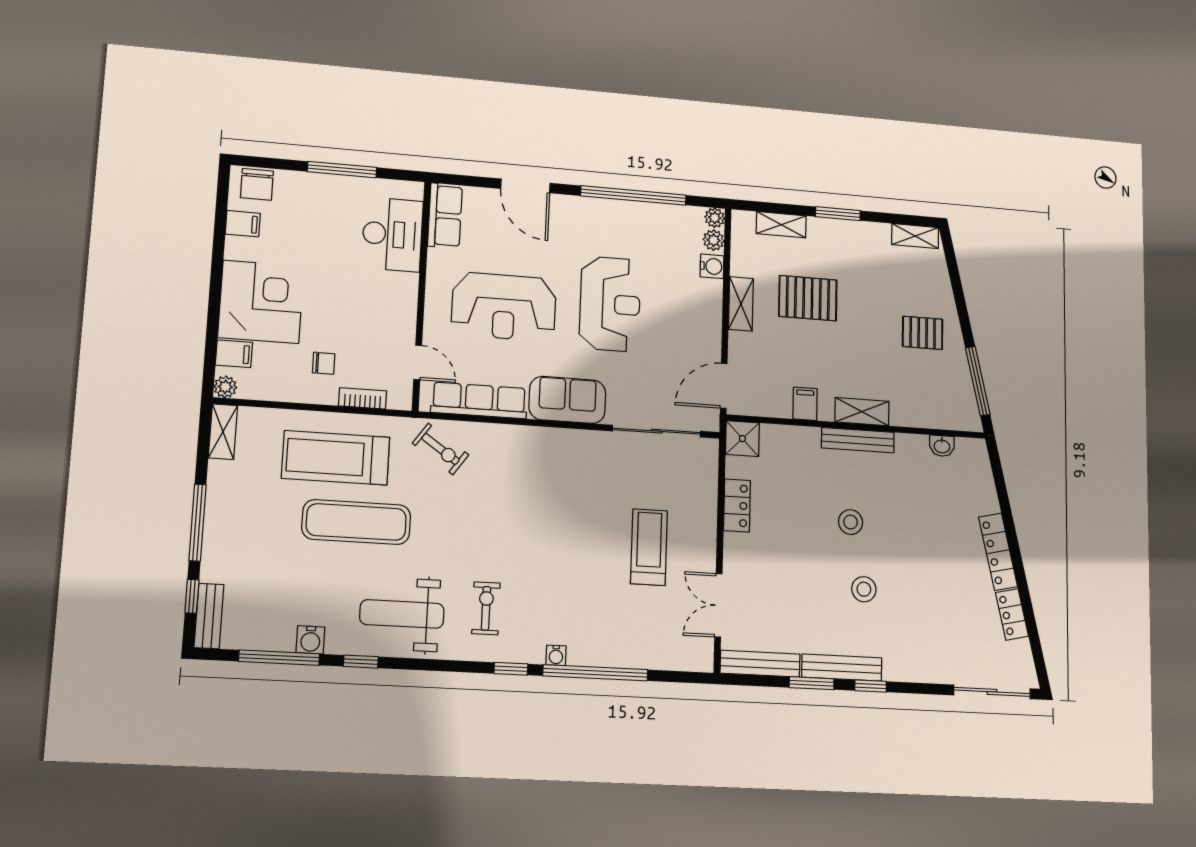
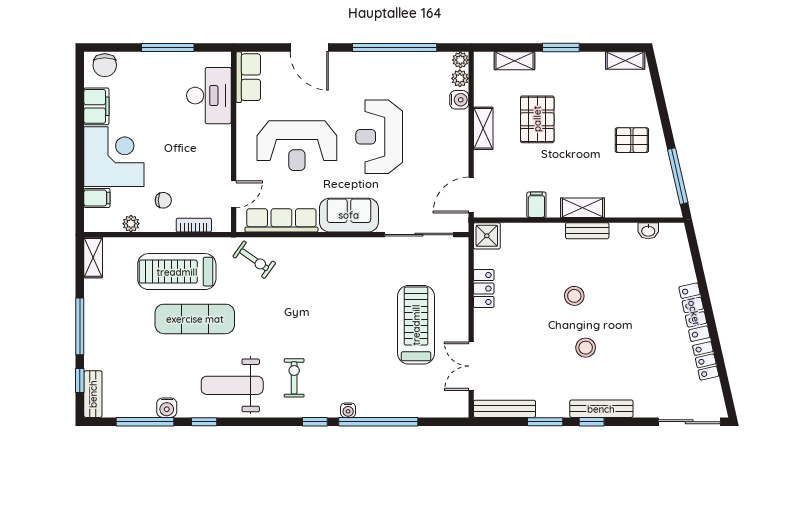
filing cabinet: (243, 224) -> (96, 106), width x2.00
pallet: (808, 298) -> (537, 119), turned 90
reception desk: (610, 304) -> (379, 137), turned 180
door: (418, 362) -> (234, 194), hinge flipped
plant: (225, 387) -> (131, 224), moved
bench: (858, 440) -> (587, 231), width x0.73
treadmill: (649, 547) -> (416, 325), width x1.37, depth x1.38
bench: (842, 668) -> (601, 409), moved

